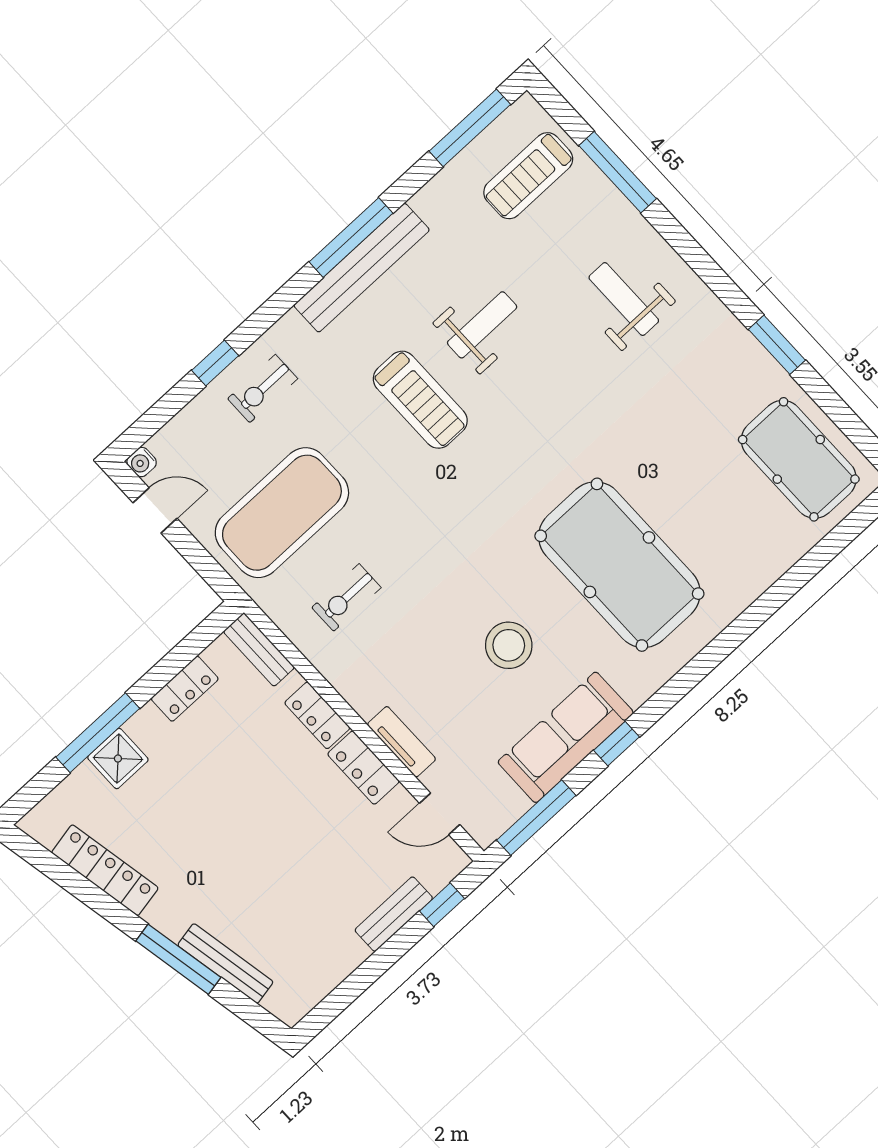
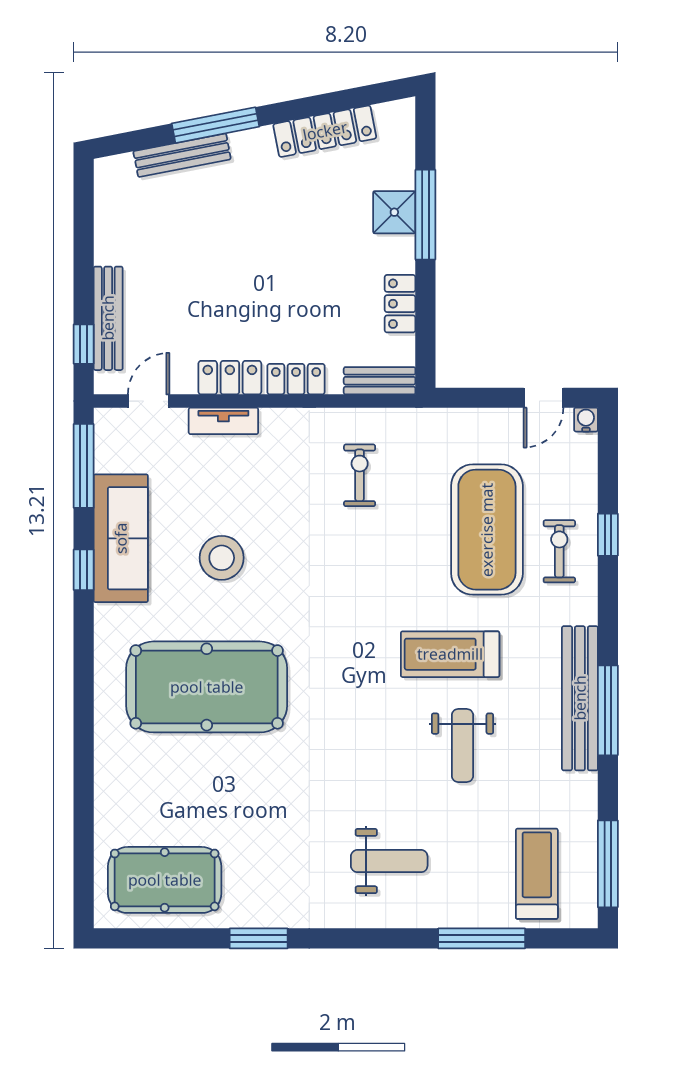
exercise mat: (282, 513) -> (487, 530), moved
bench: (394, 914) -> (108, 318), width x1.36

